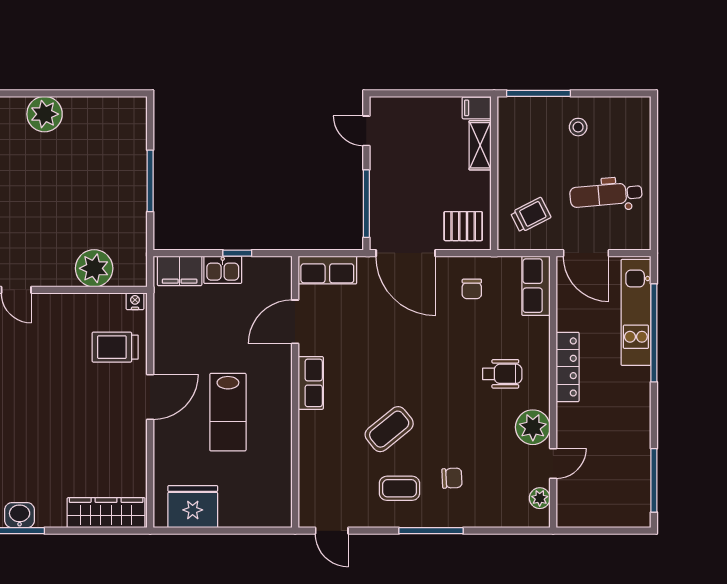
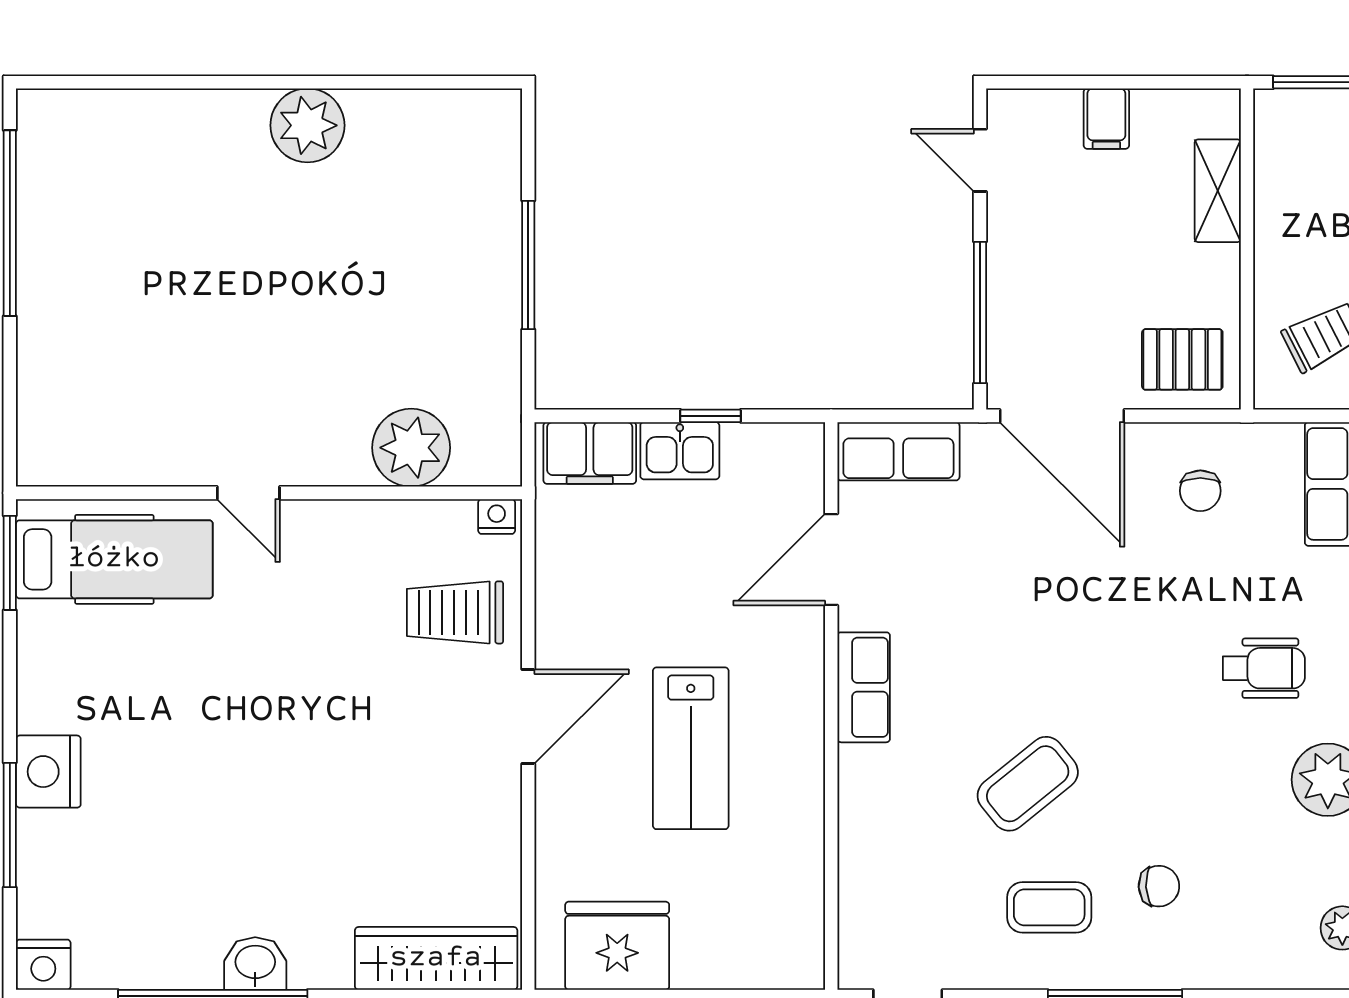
filing cabinet: (477, 108) -> (1106, 119), moved, turned -90

